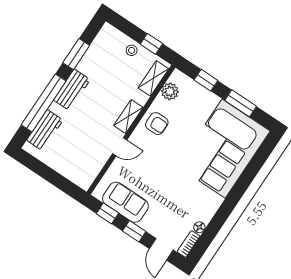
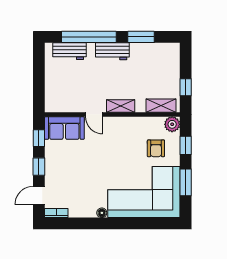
stool: (132, 50) -> (171, 76), removed
plant: (170, 91) -> (172, 124), moved
armchair: (157, 124) -> (156, 148), moved
sofa: (125, 202) -> (64, 128), moved, turned 90
floor lamp: (199, 227) -> (102, 213), moved

